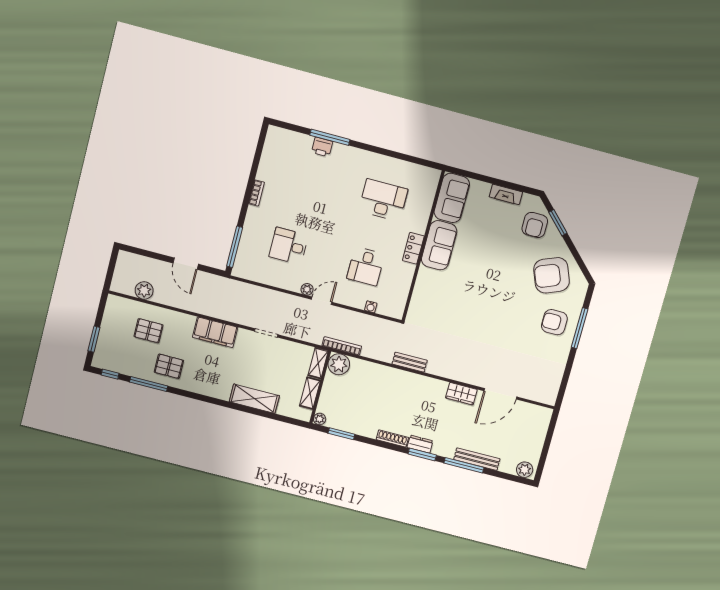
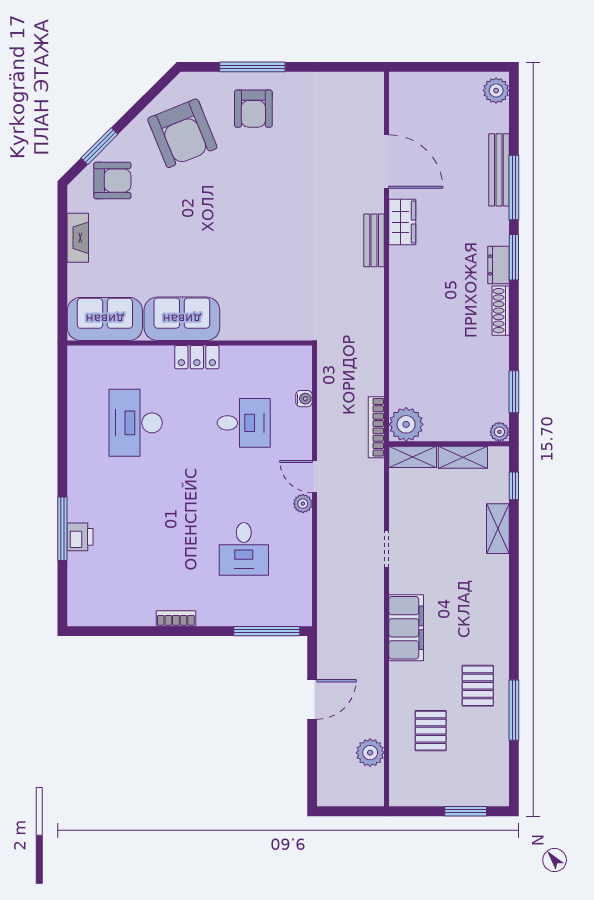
bench: (410, 362) -> (374, 240), moved
window: (110, 374) -> (514, 486), moved
shelving: (254, 399) -> (498, 529), width x0.67, depth x0.75

